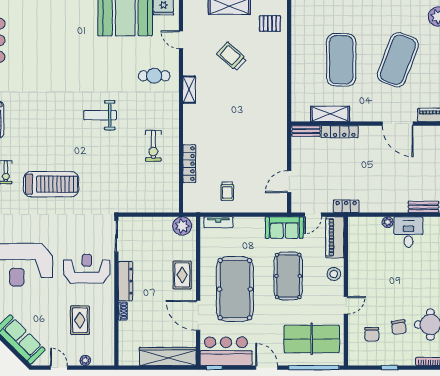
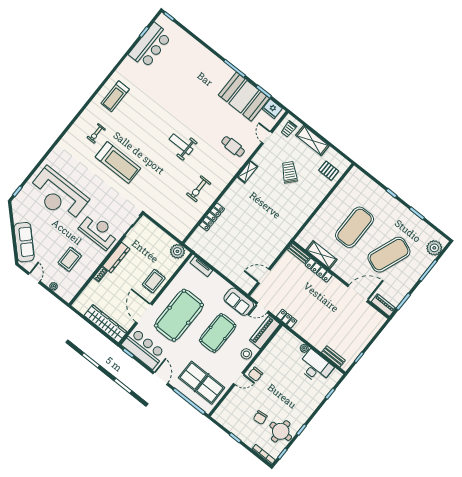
door: (398, 124) -> (358, 293), swing flipped
trolley: (227, 191) -> (289, 129), moved
desk: (408, 232) -> (315, 367), width x1.37
chair: (372, 334) -> (255, 374), moved

